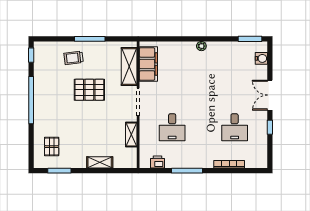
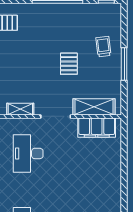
plant: (201, 46) -> (116, 185), removed
pallet: (89, 90) -> (69, 64), width x0.67, depth x0.71
desk: (172, 127) -> (28, 153), width x1.37

